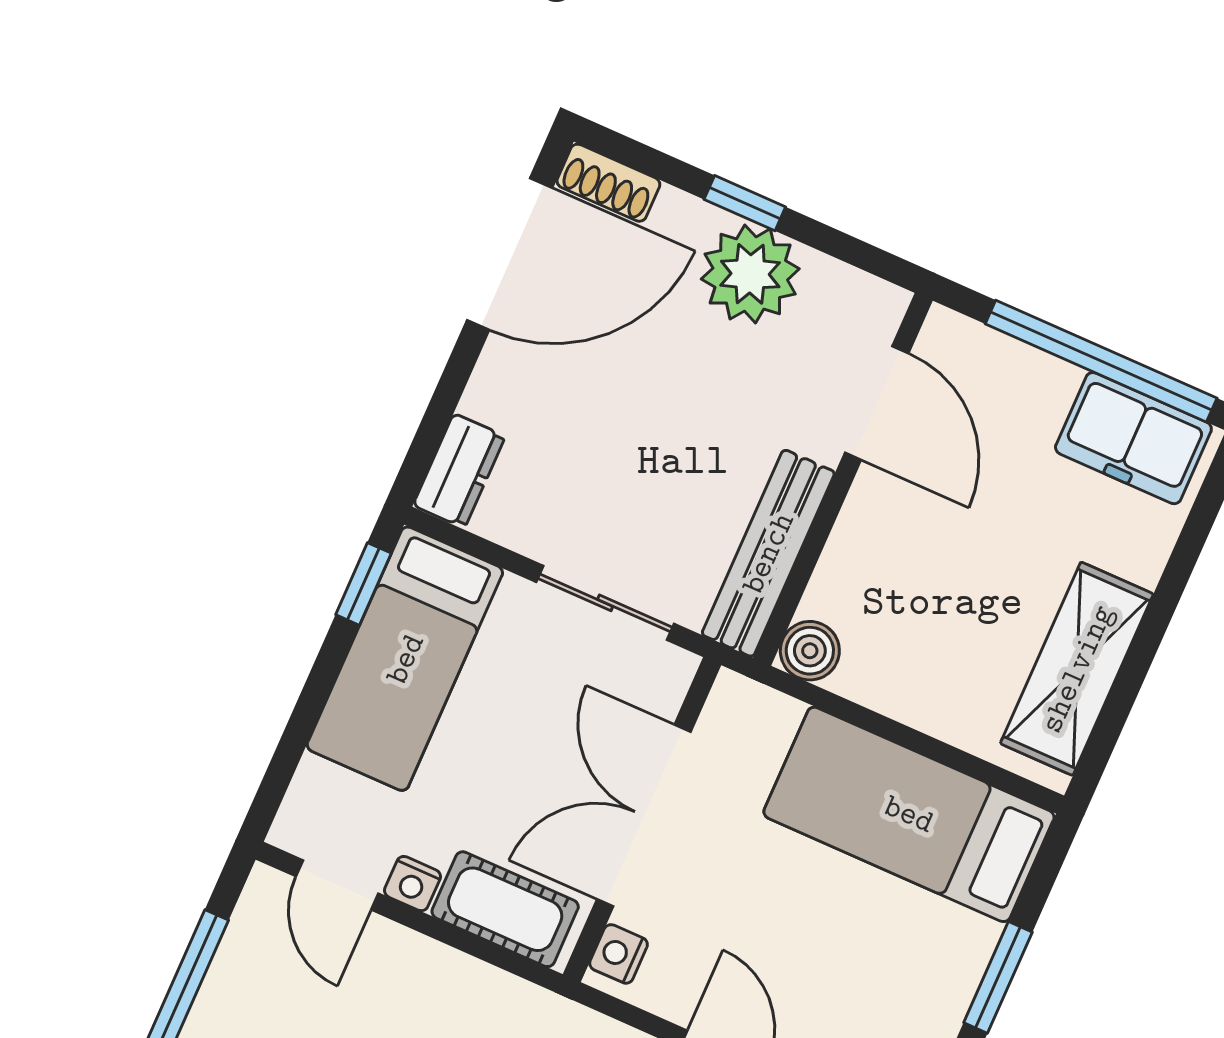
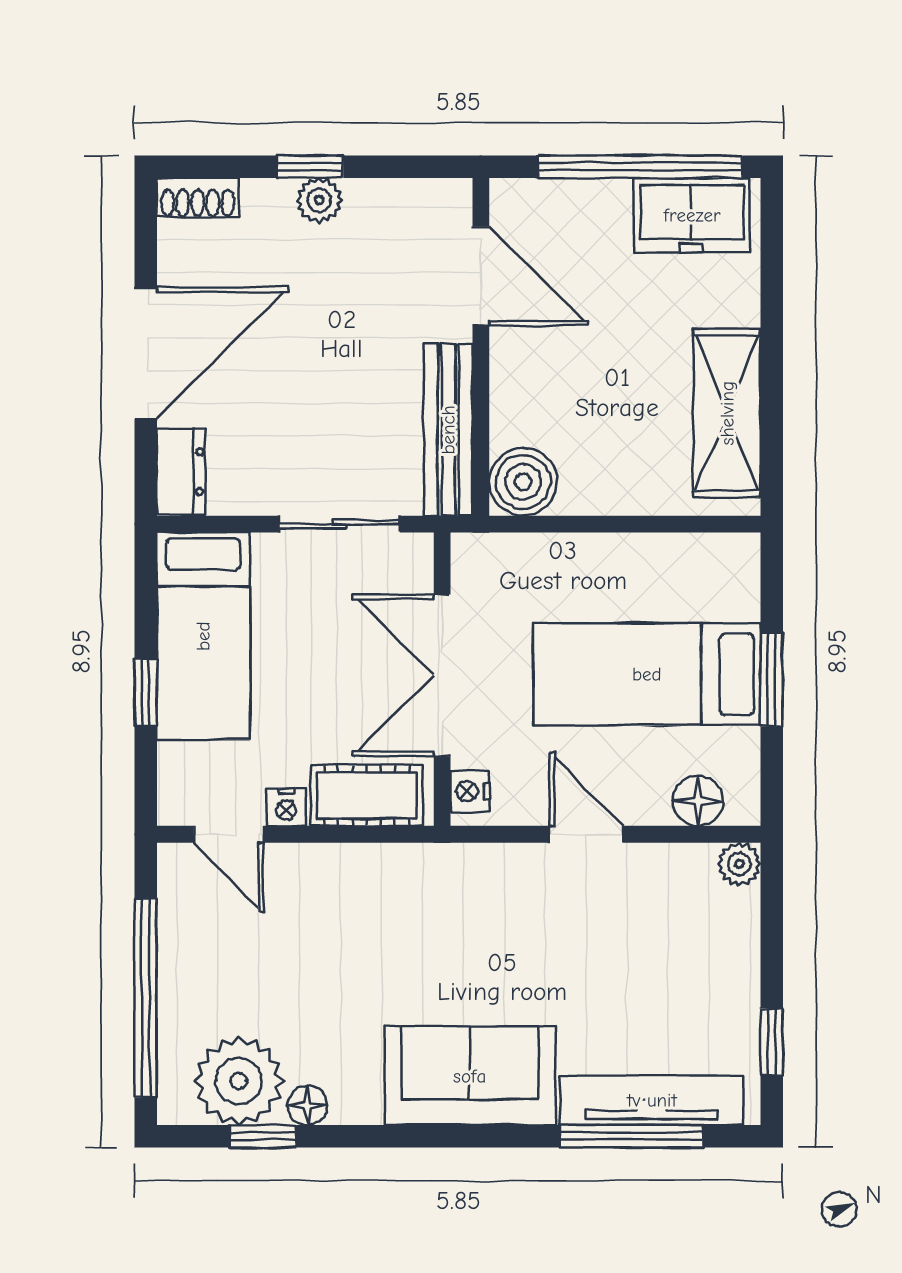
door: (510, 254) -> (146, 353), moved
plant: (750, 274) -> (319, 200), width x0.53, depth x0.53
window: (363, 584) -> (146, 692), moved
boiler: (810, 651) -> (523, 482), width x1.36, depth x1.36
bed: (909, 814) -> (647, 674), moved

